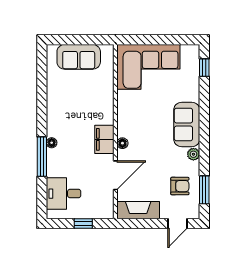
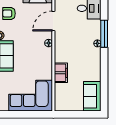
sofa: (79, 57) -> (92, 96), moved, turned -90
filing cabinet: (104, 139) -> (61, 73), moved

